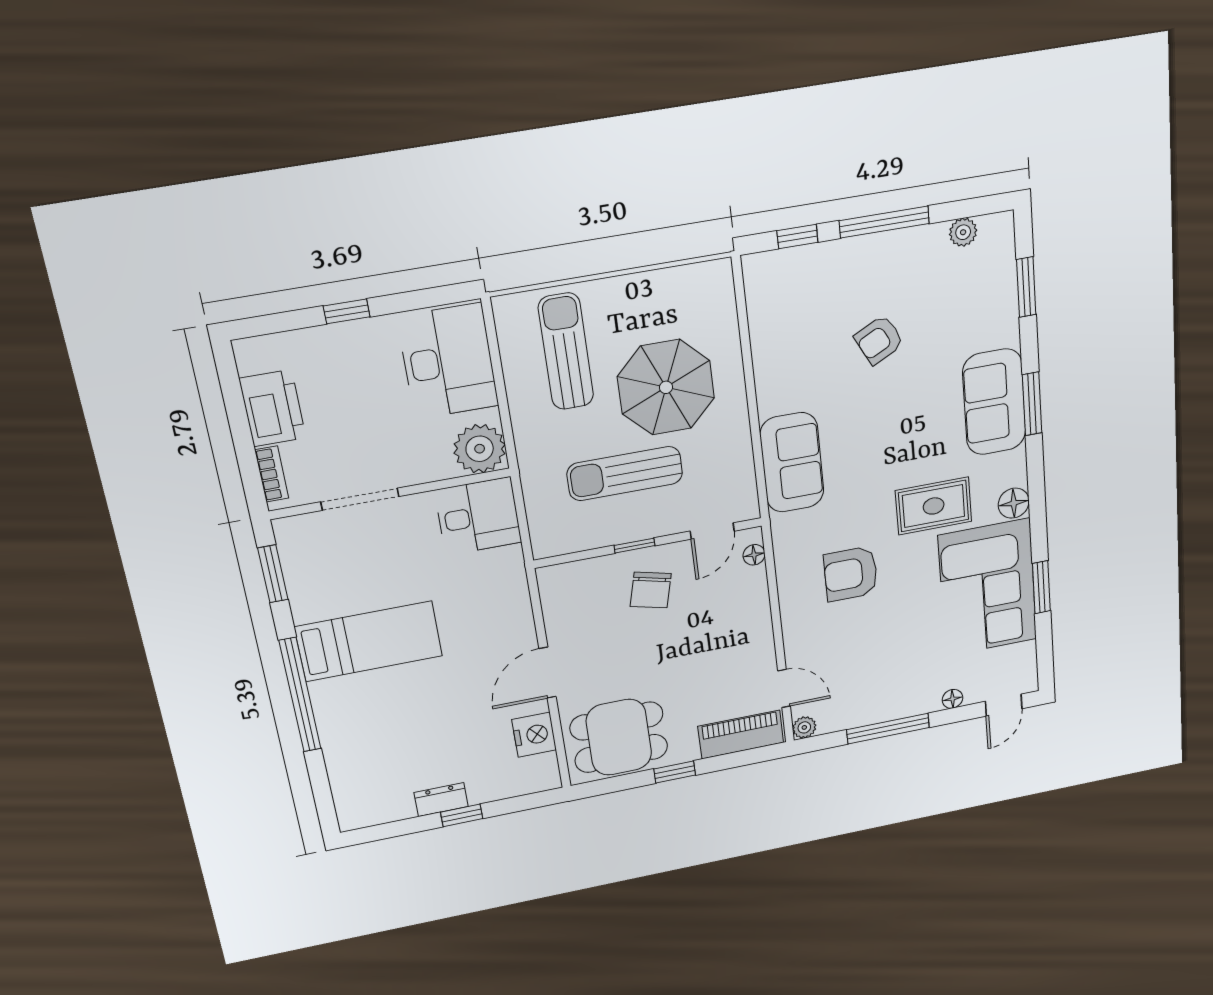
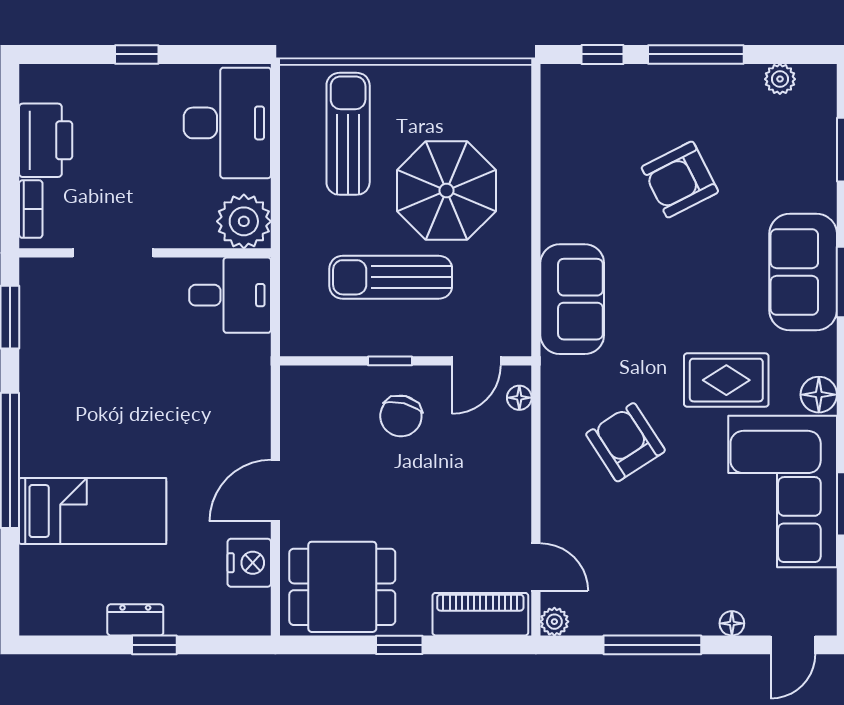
armchair: (879, 340) -> (680, 180), width x1.38, depth x1.38
armchair: (851, 574) -> (626, 442), turned 57
bed: (369, 641) -> (93, 511), moved

